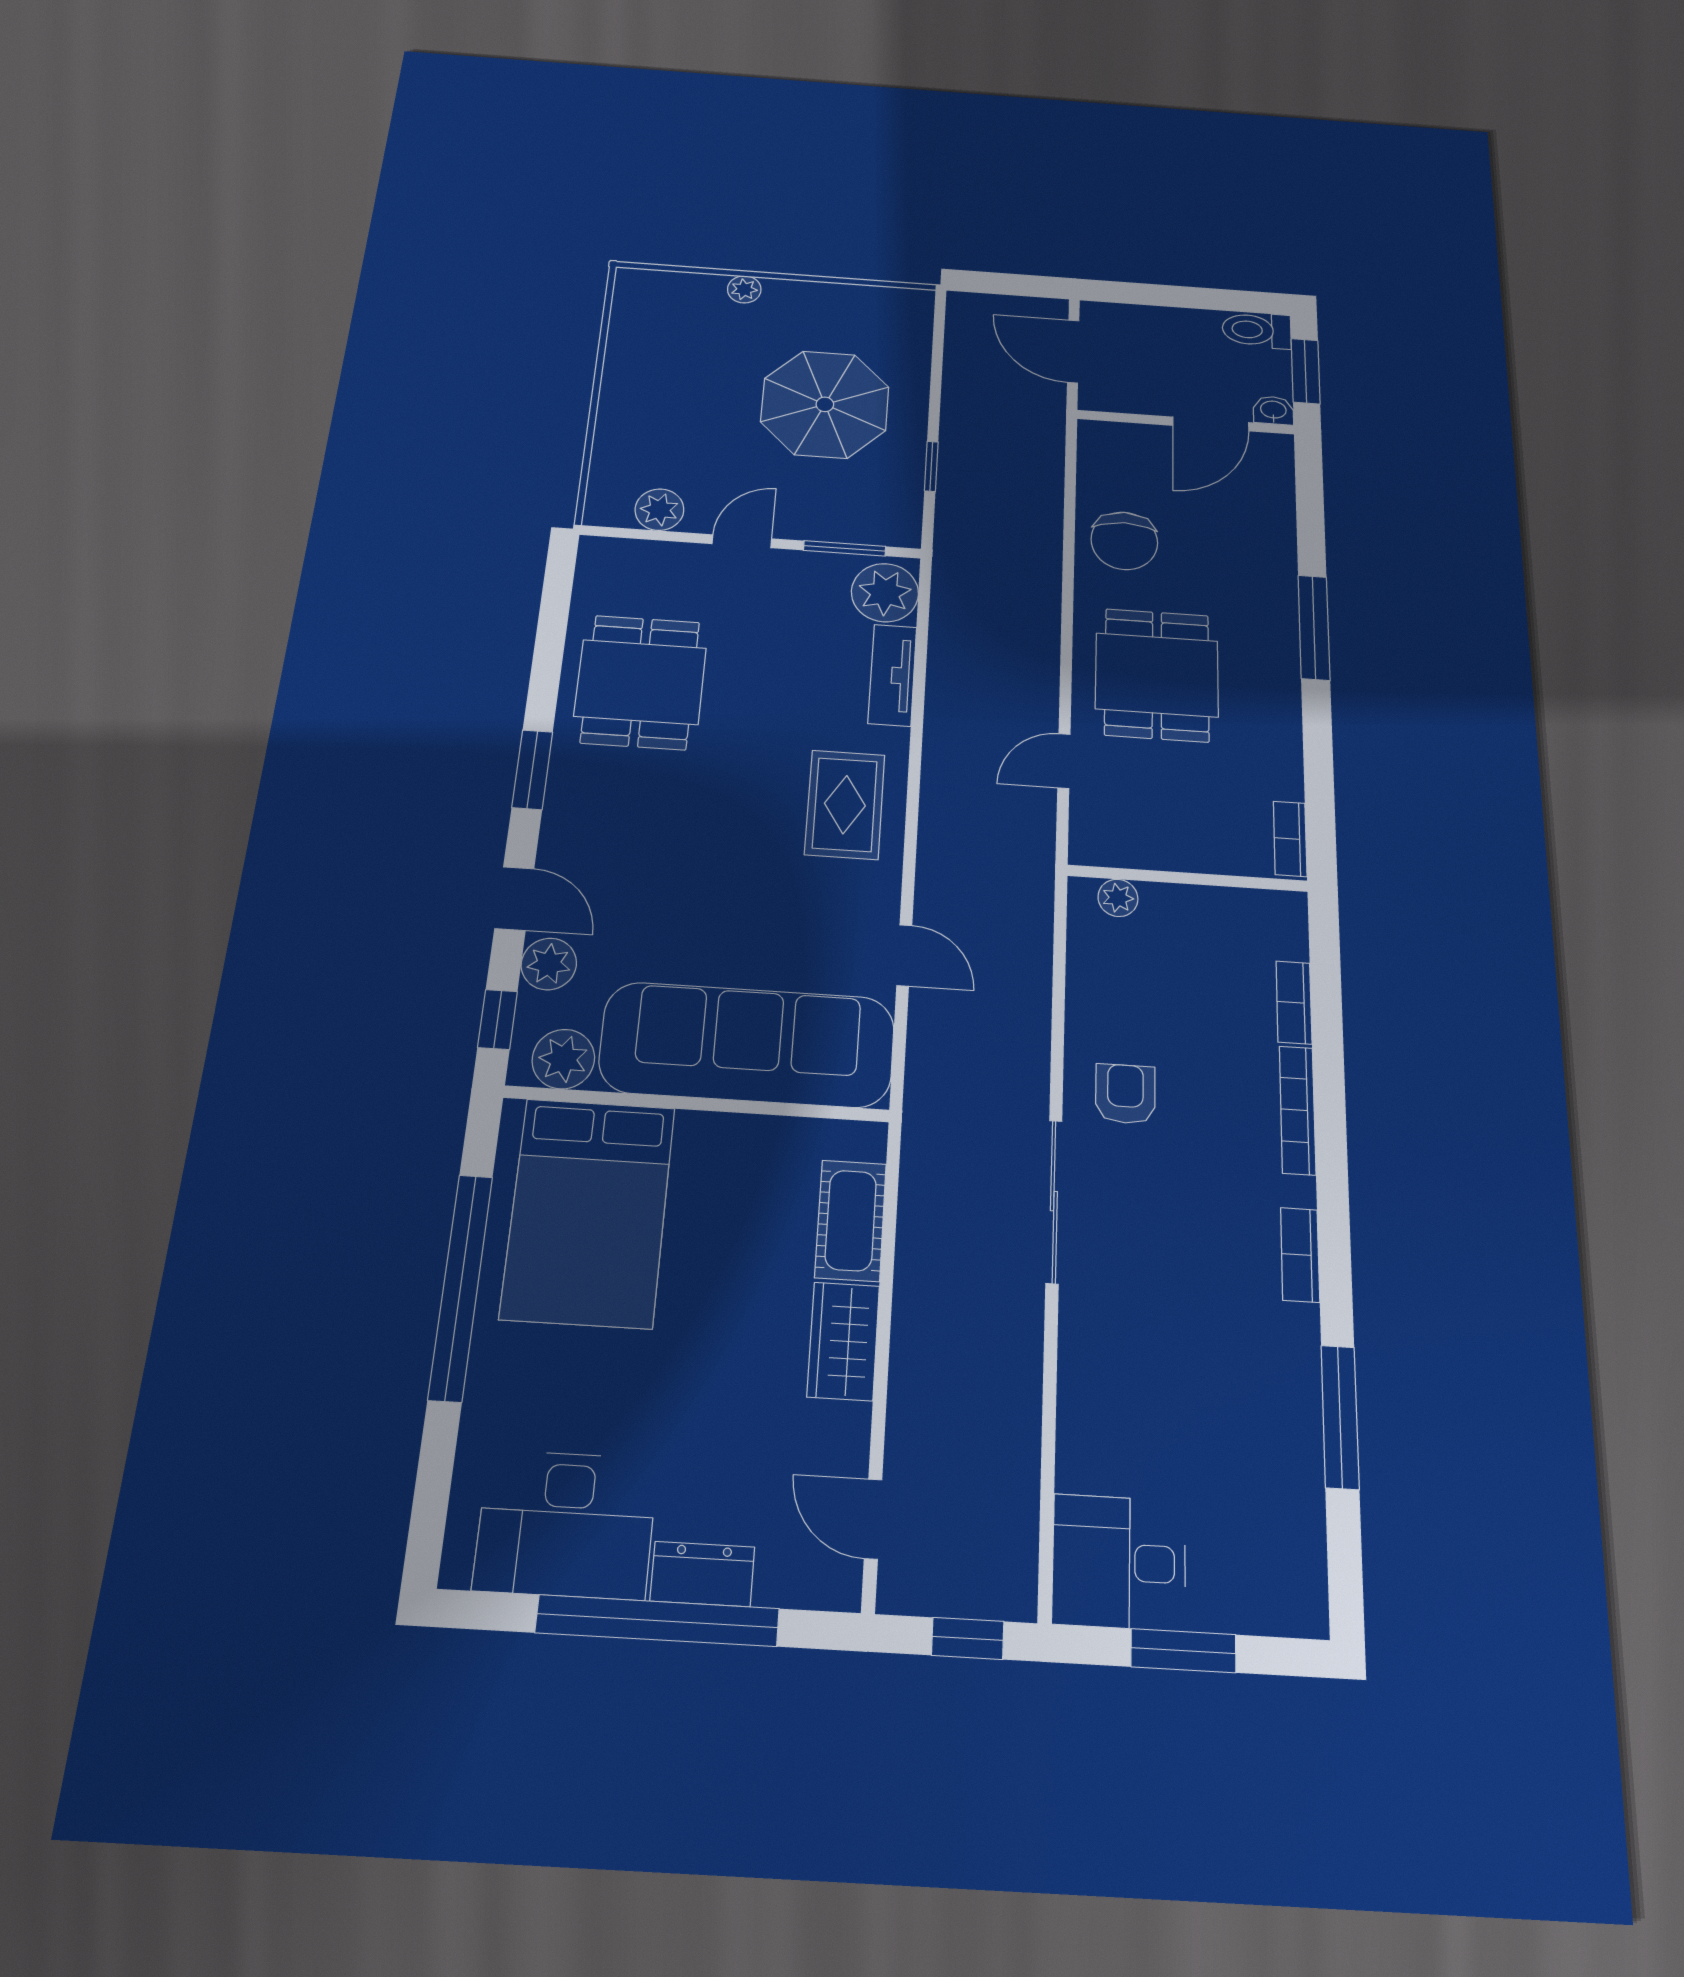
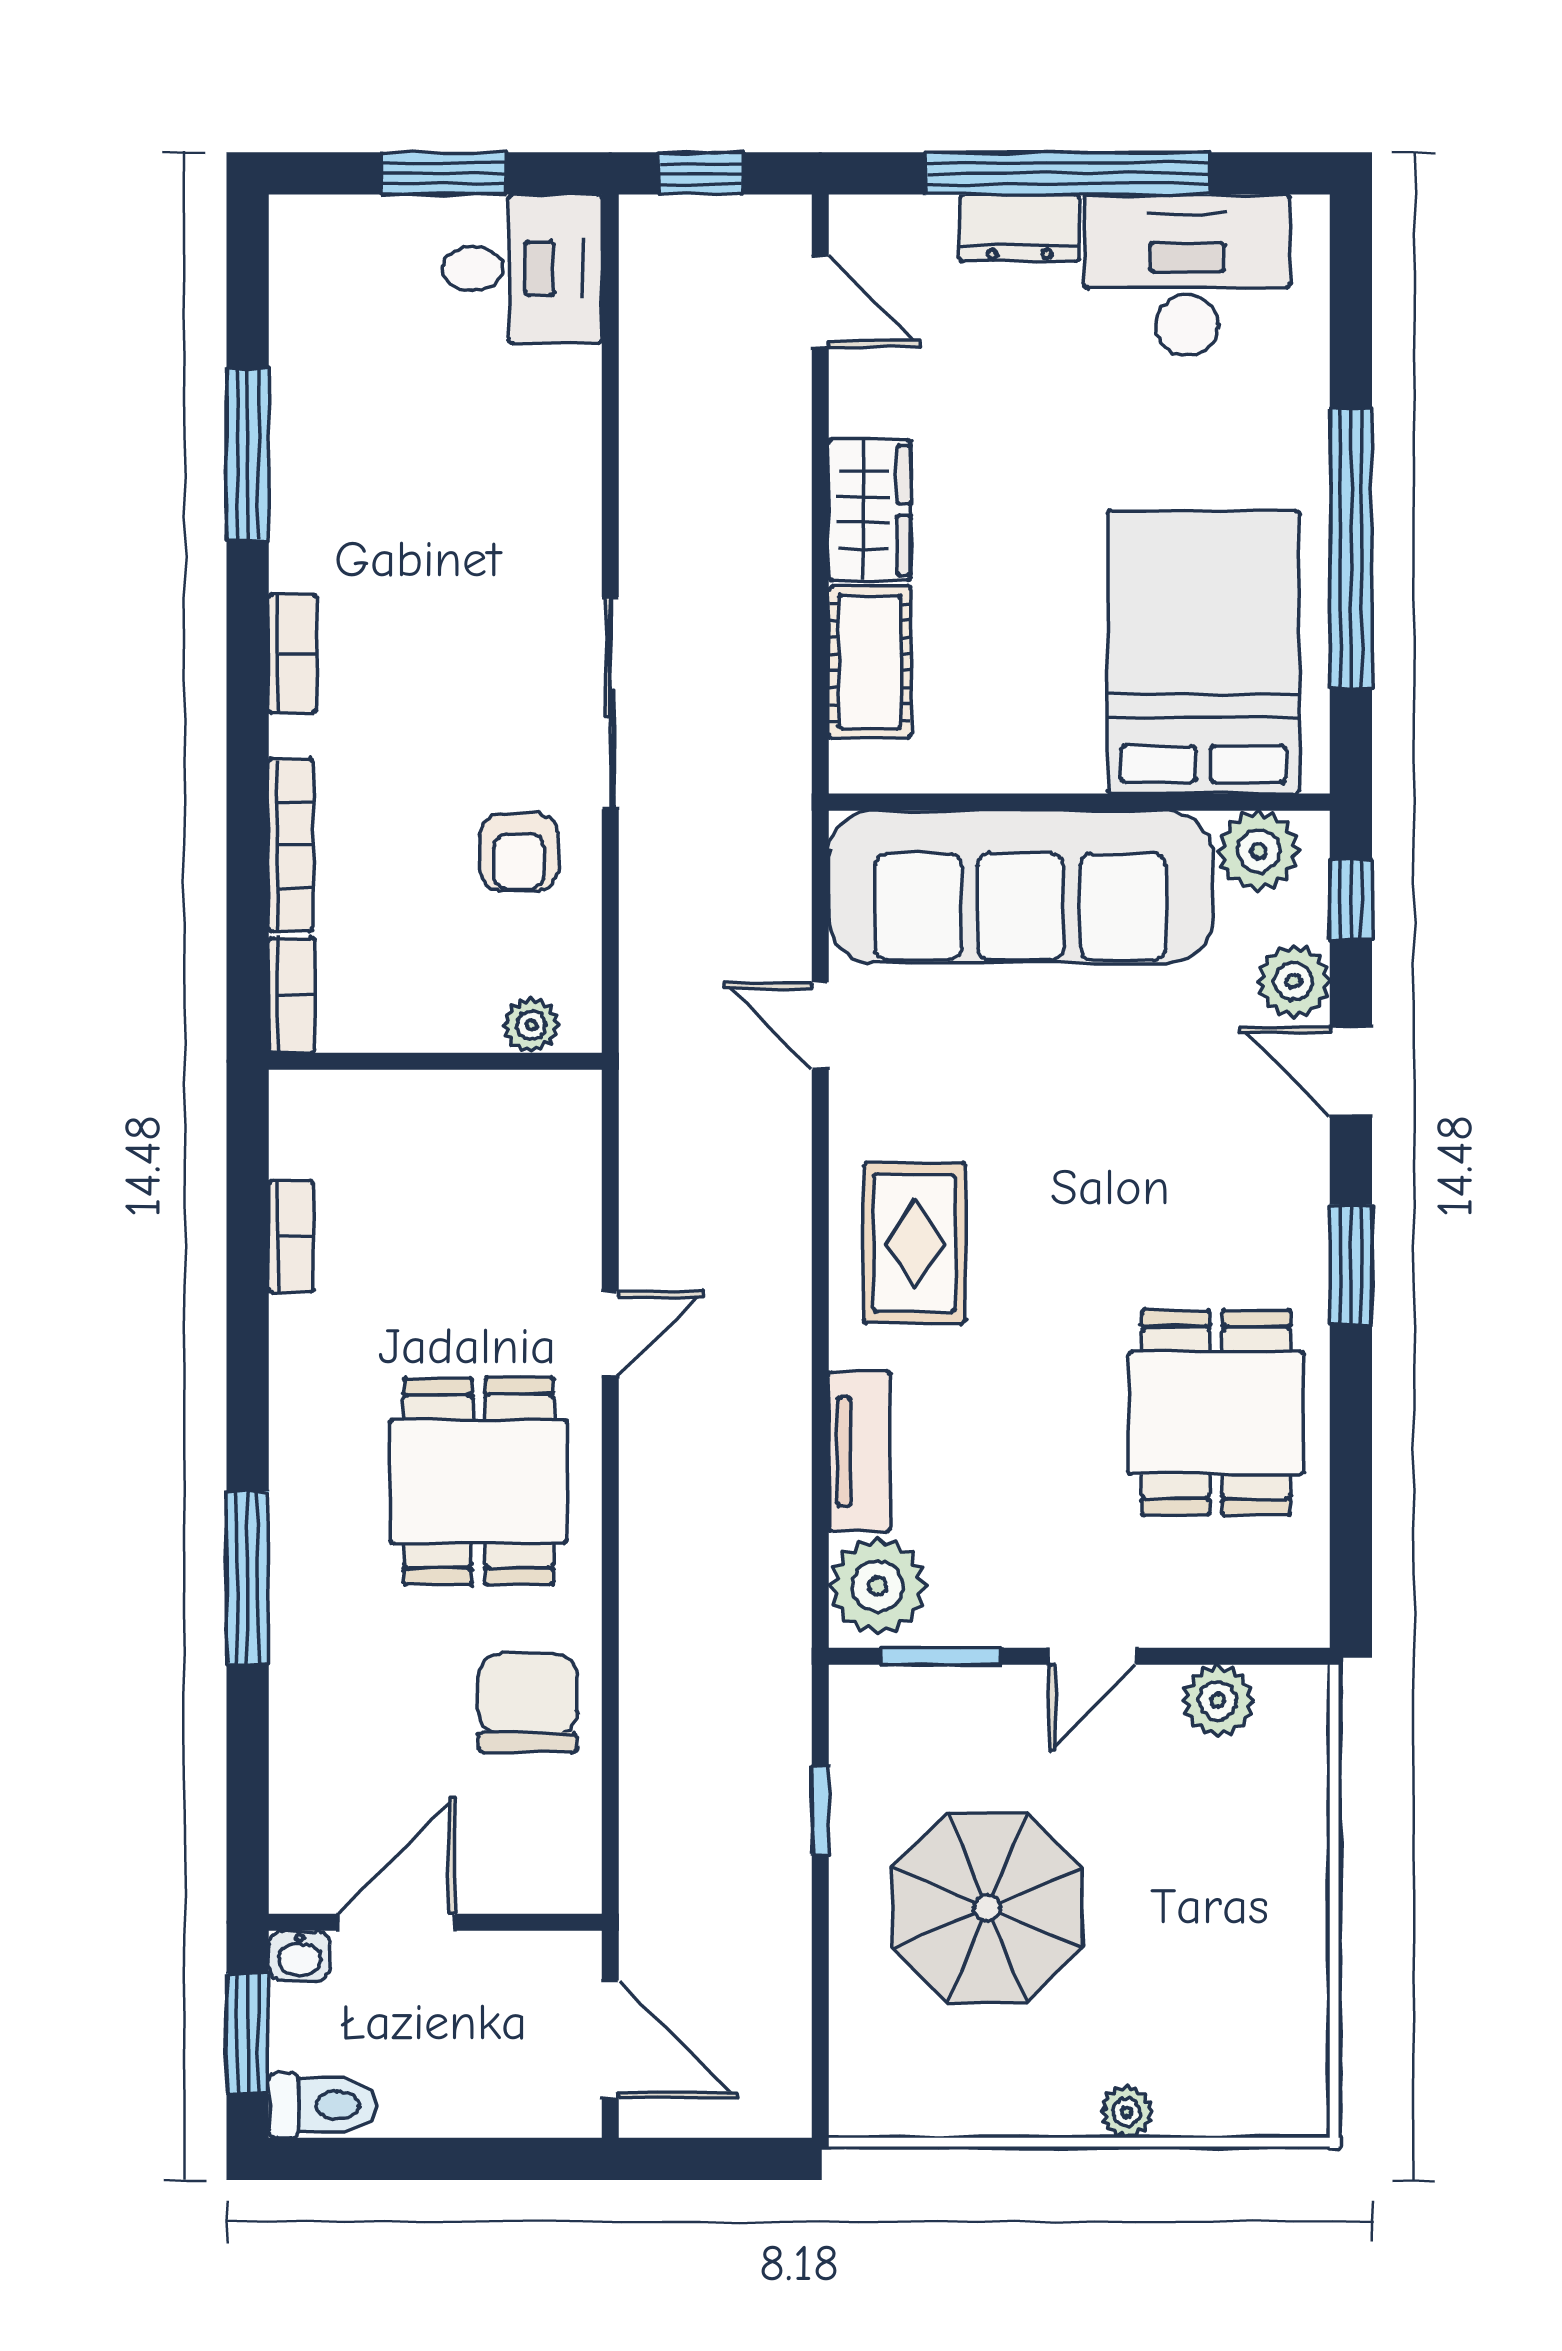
wall: (1188, 878) -> (435, 1061), moved
plant: (1118, 898) -> (532, 1025), moved

